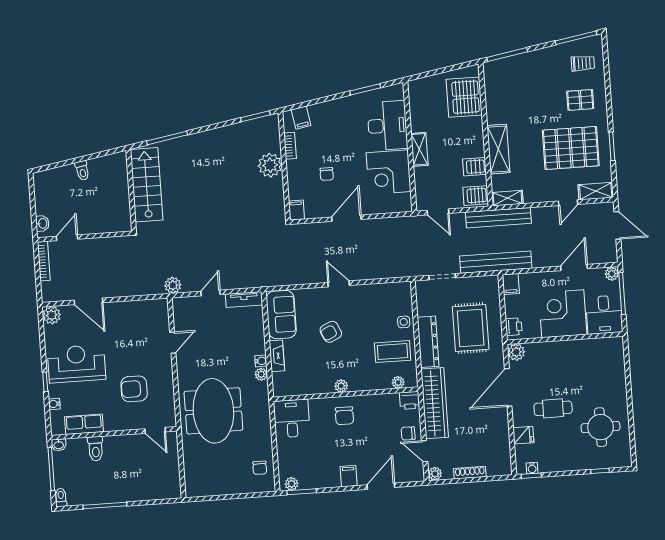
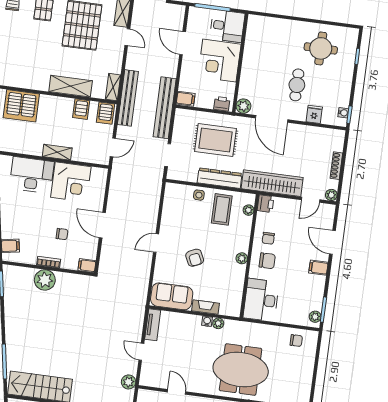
bookcase: (290, 146) -> (49, 262), moved
plant: (612, 274) -> (194, 13), removed
desk: (292, 419) -> (261, 300), width x1.37
chair: (408, 433) -> (268, 238), moved

